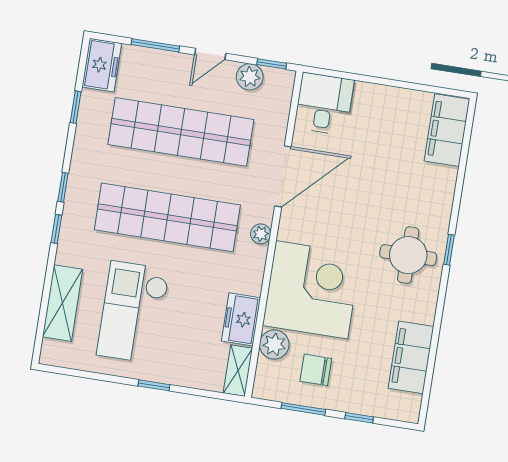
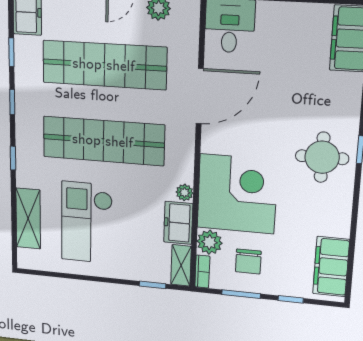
window: (63, 187) -> (12, 102), moved
plant: (261, 234) -> (185, 193), moved
filing cabinet: (411, 357) -> (331, 267), moved
chair: (316, 370) -> (248, 261), turned -90
bookcase: (262, 379) -> (202, 272), added
window: (154, 385) -> (153, 285), moved

